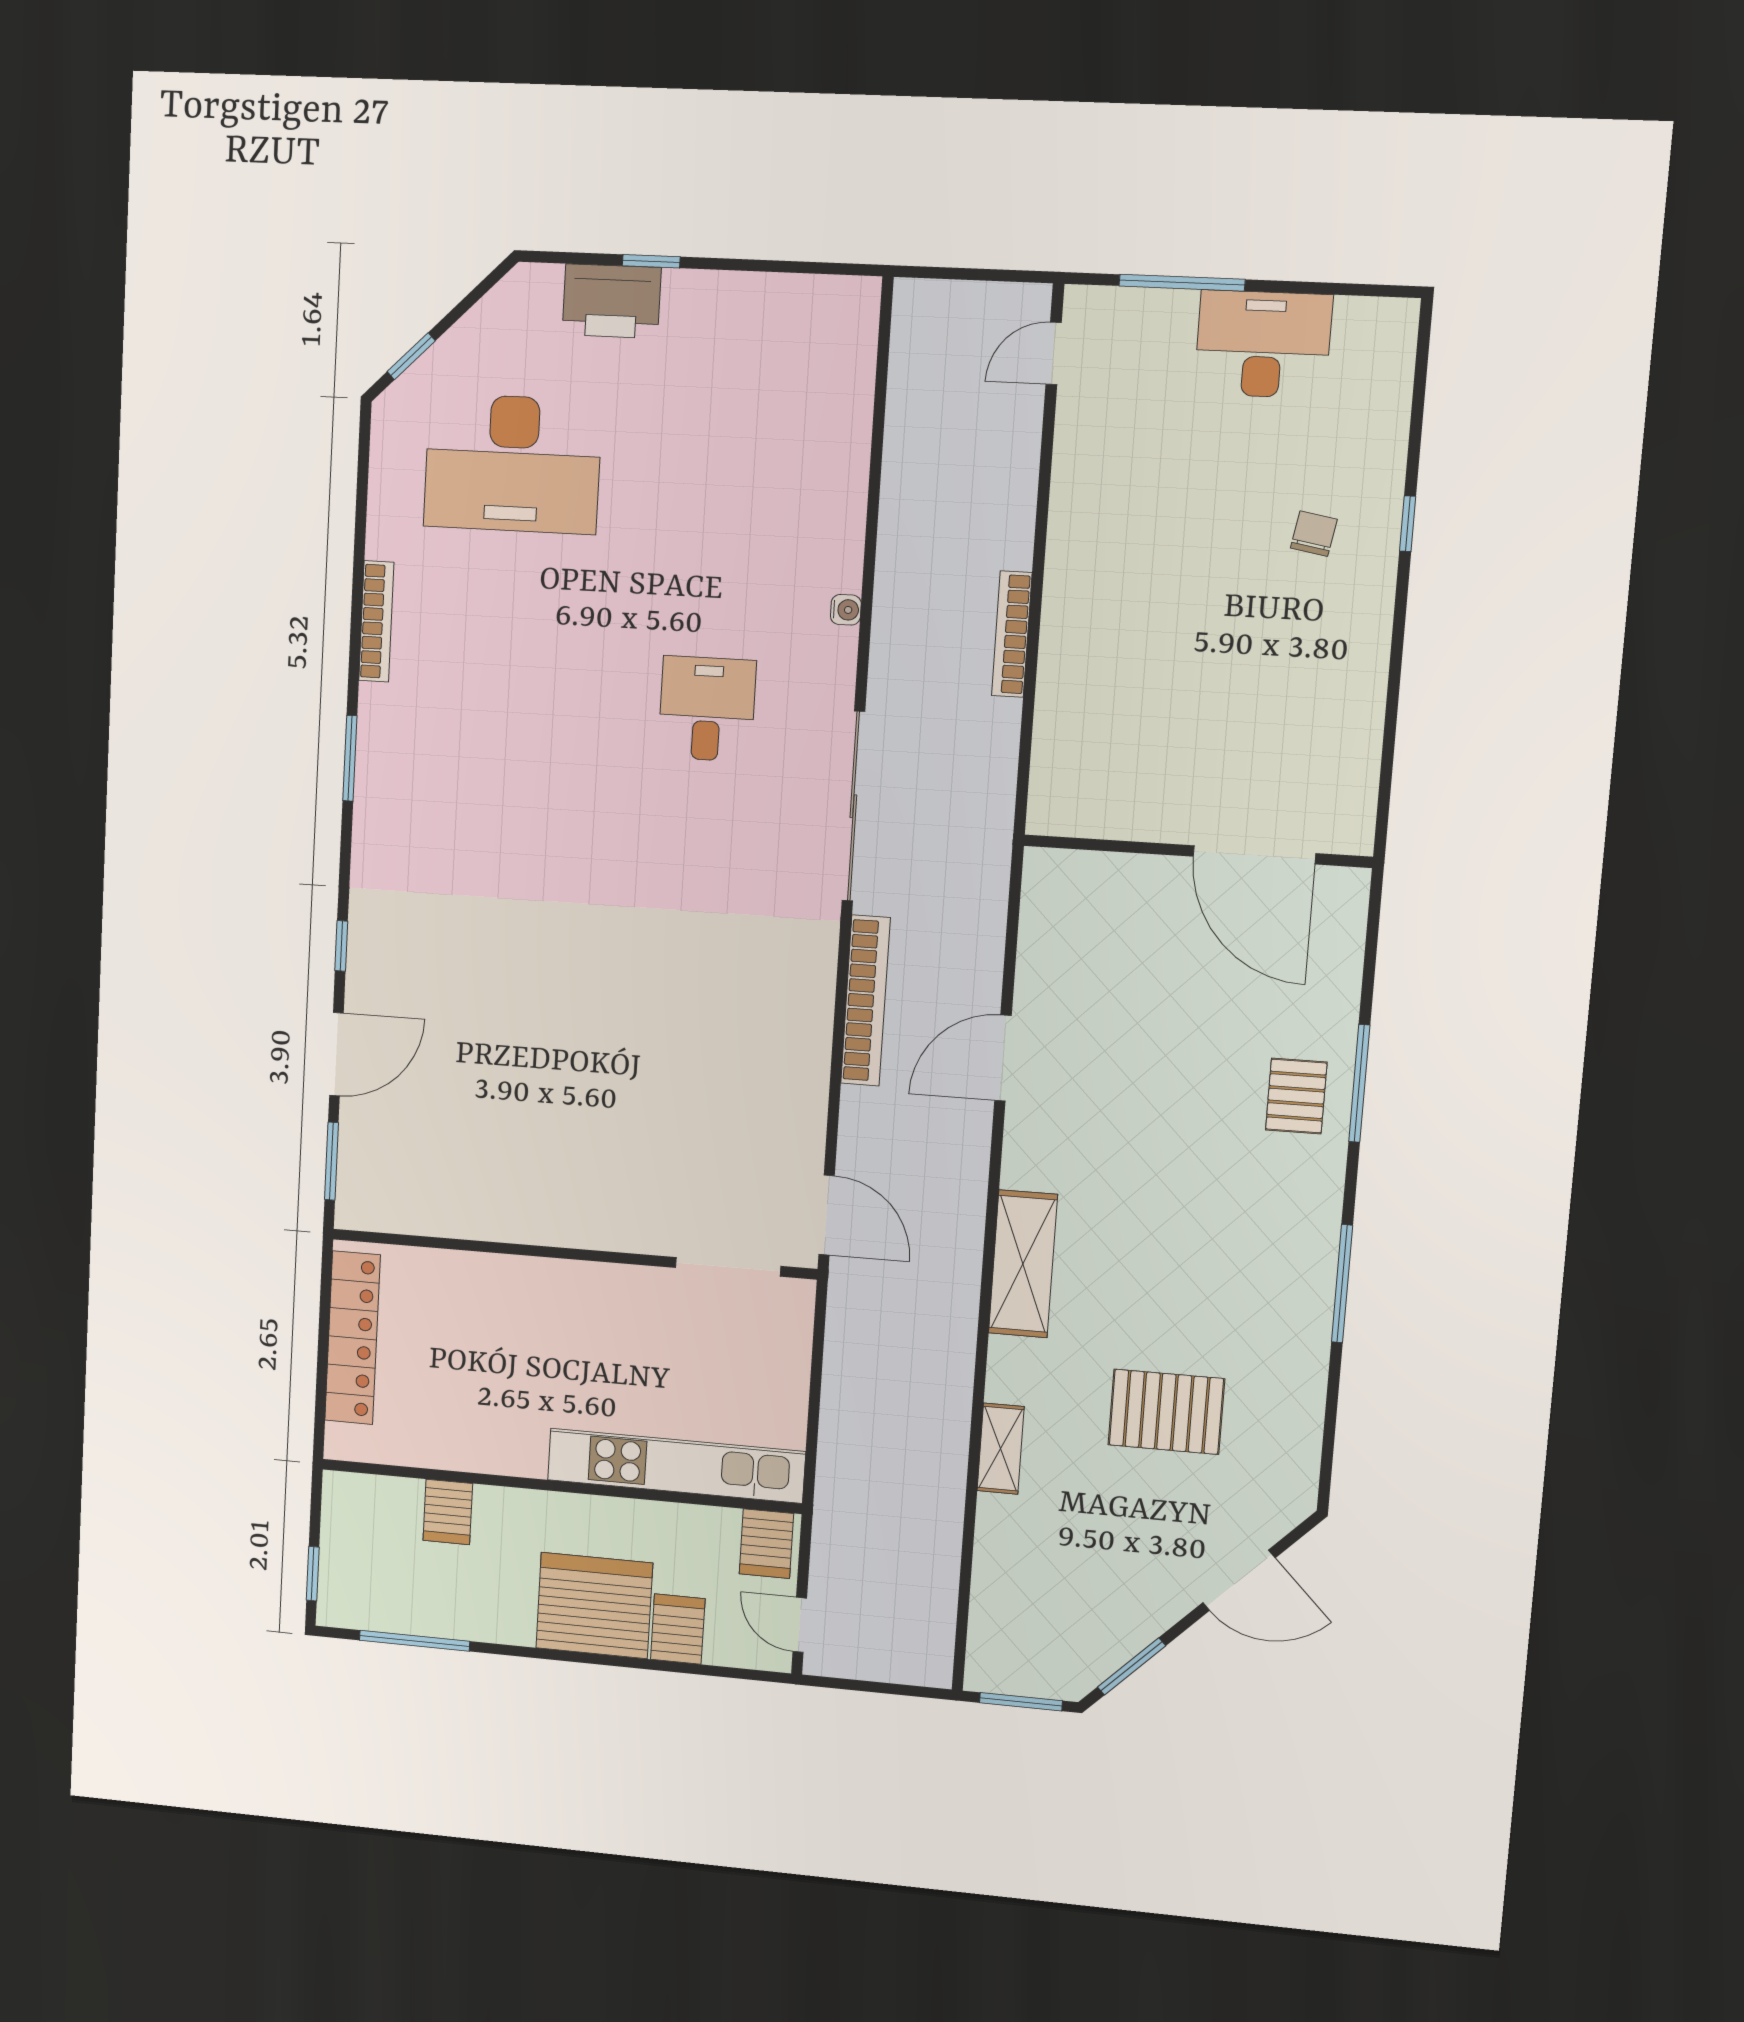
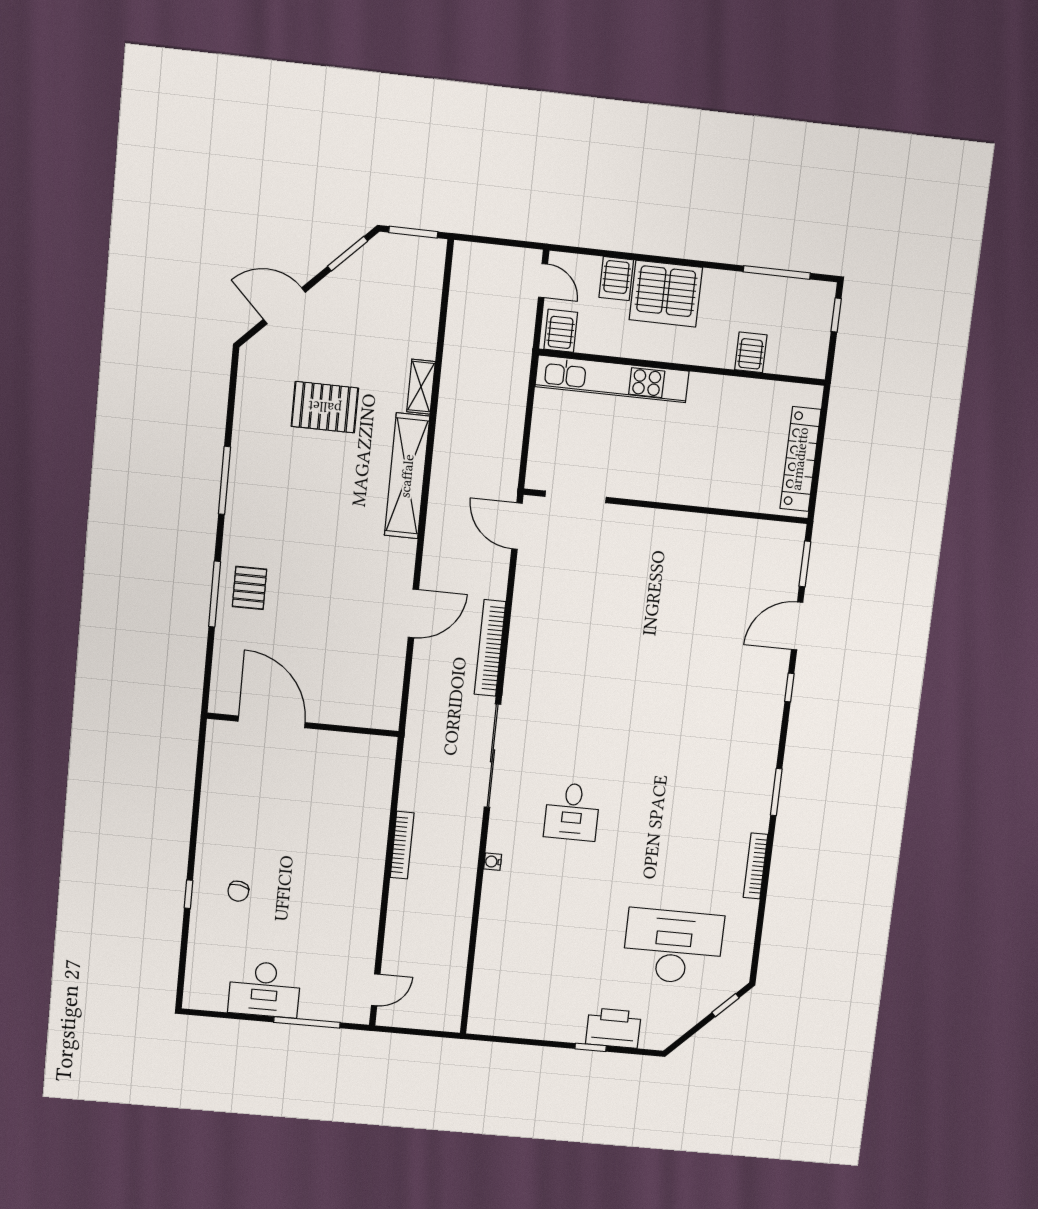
shelving: (1023, 1264) -> (407, 476), width x1.47

